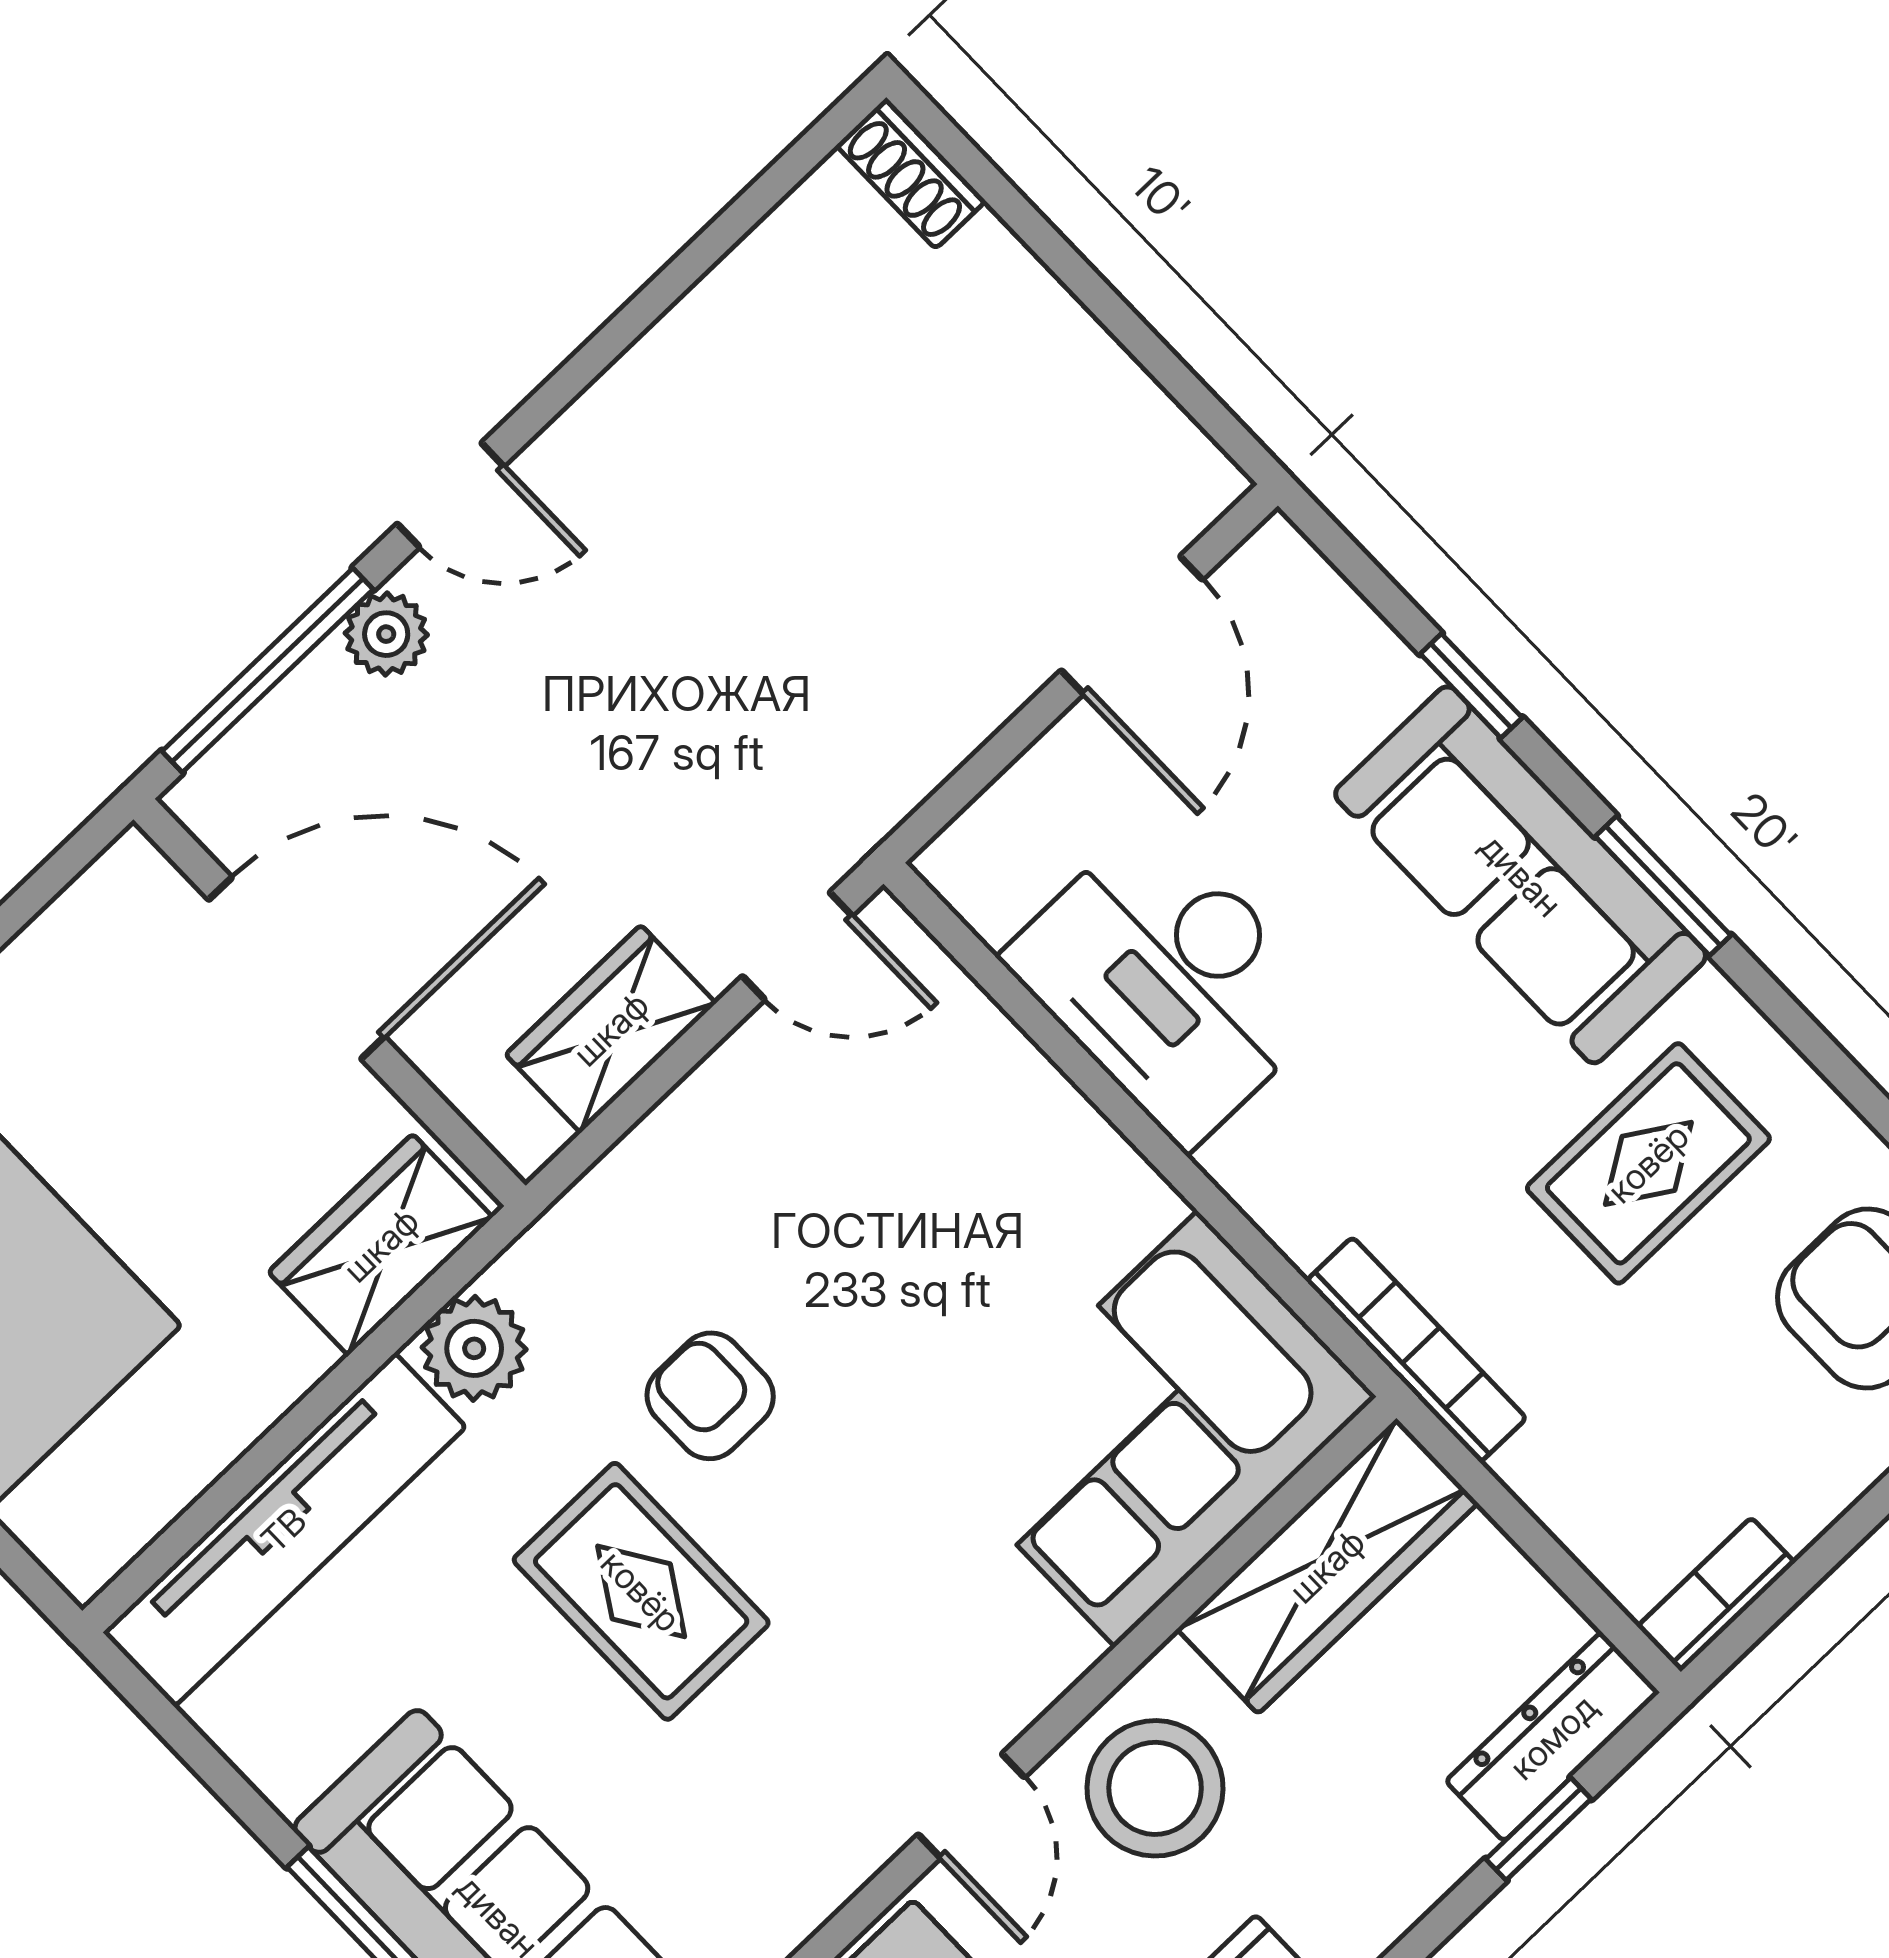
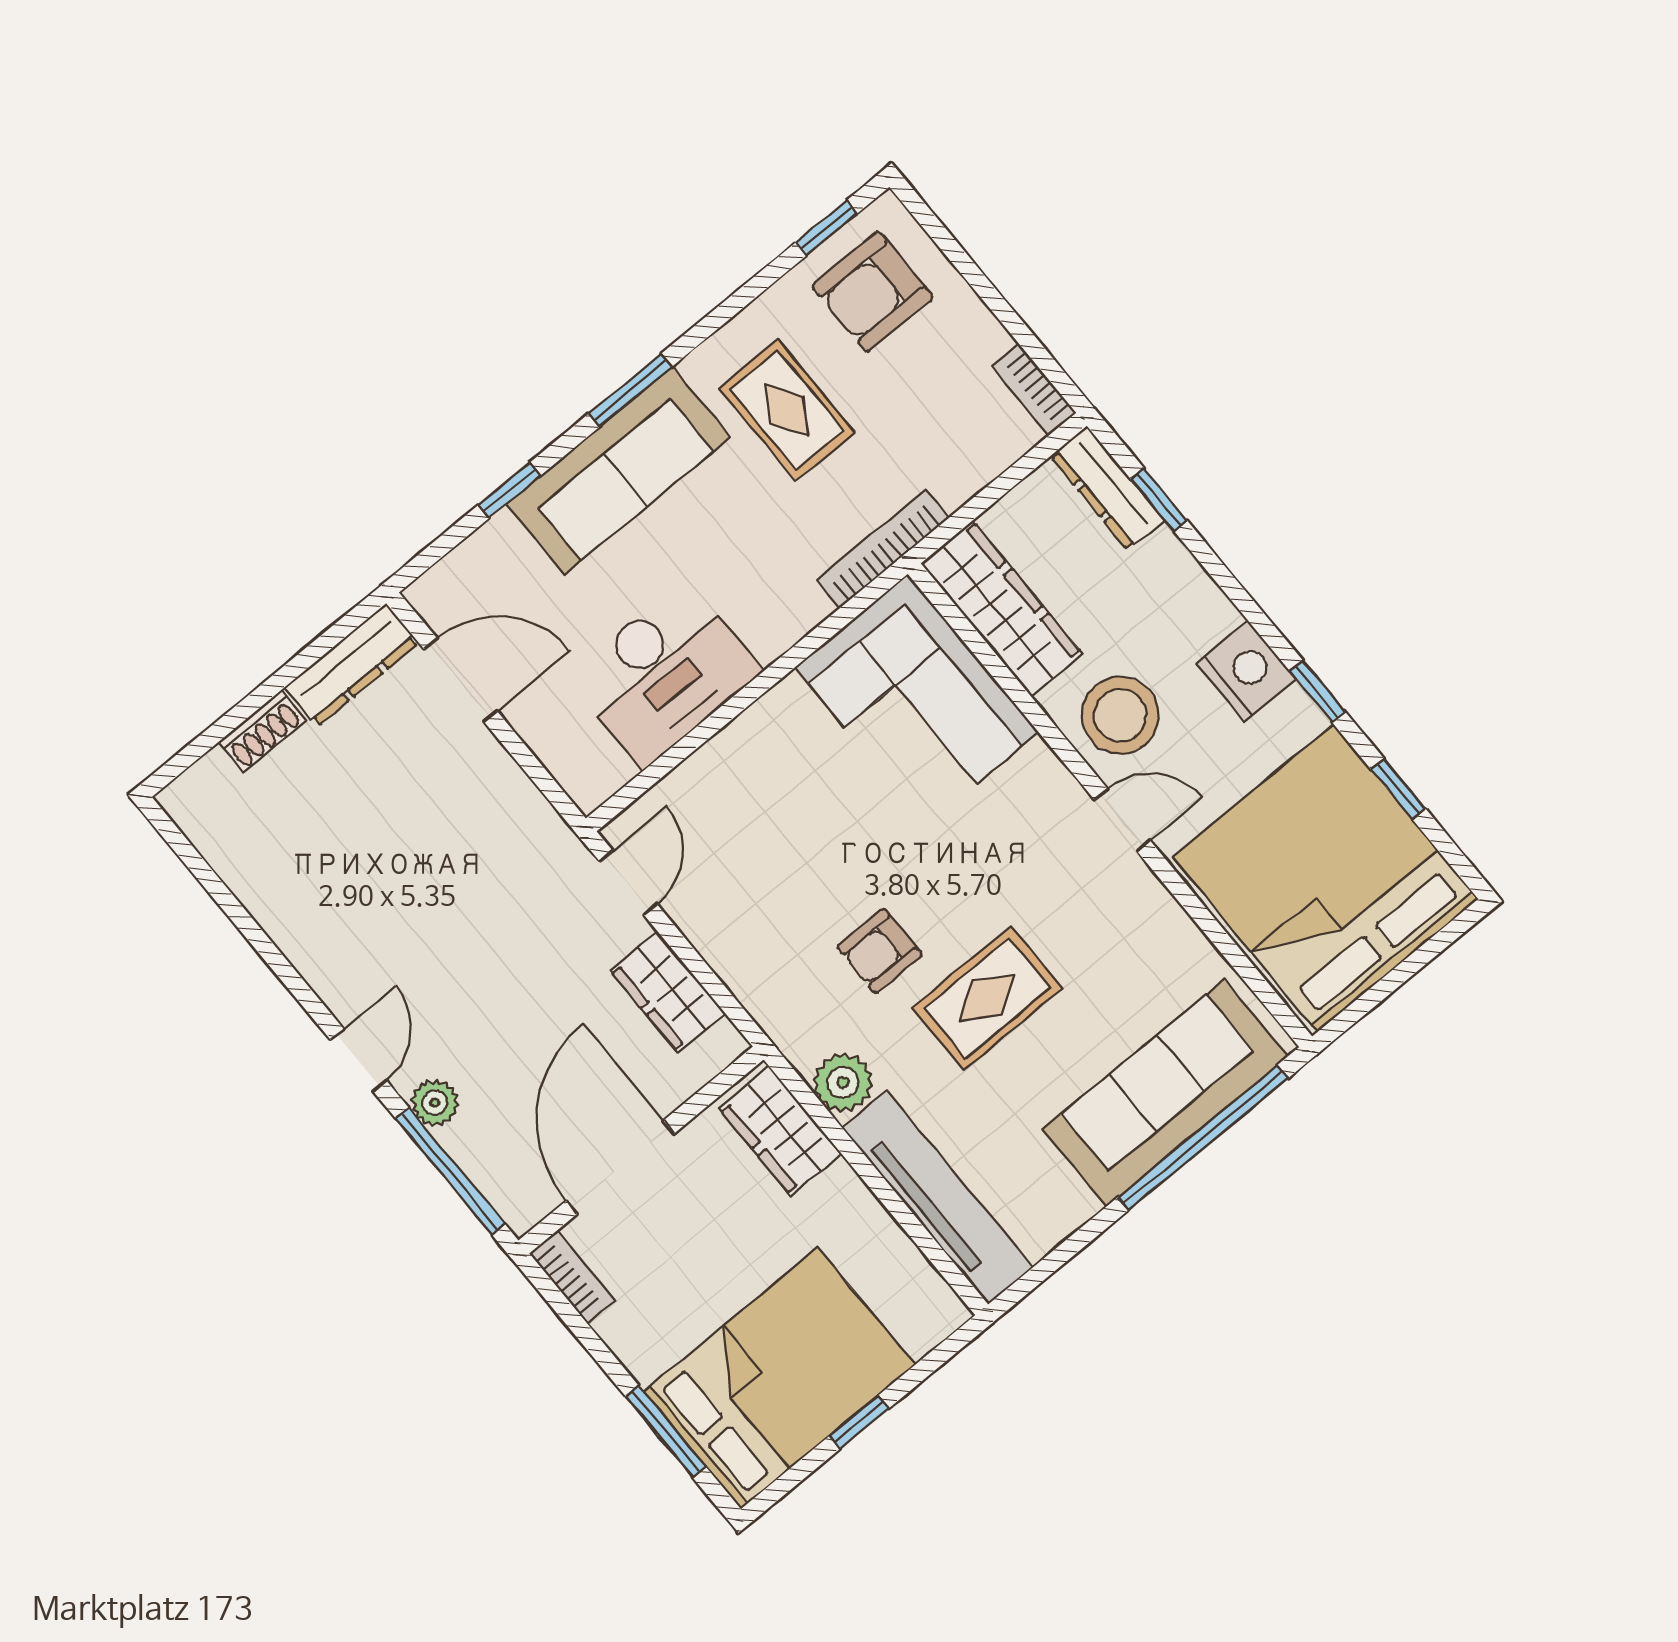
shoe rack: (911, 173) -> (262, 731), moved
dresser: (1144, 432) -> (352, 665), added
bookcase: (98, 897) -> (572, 1277), added

